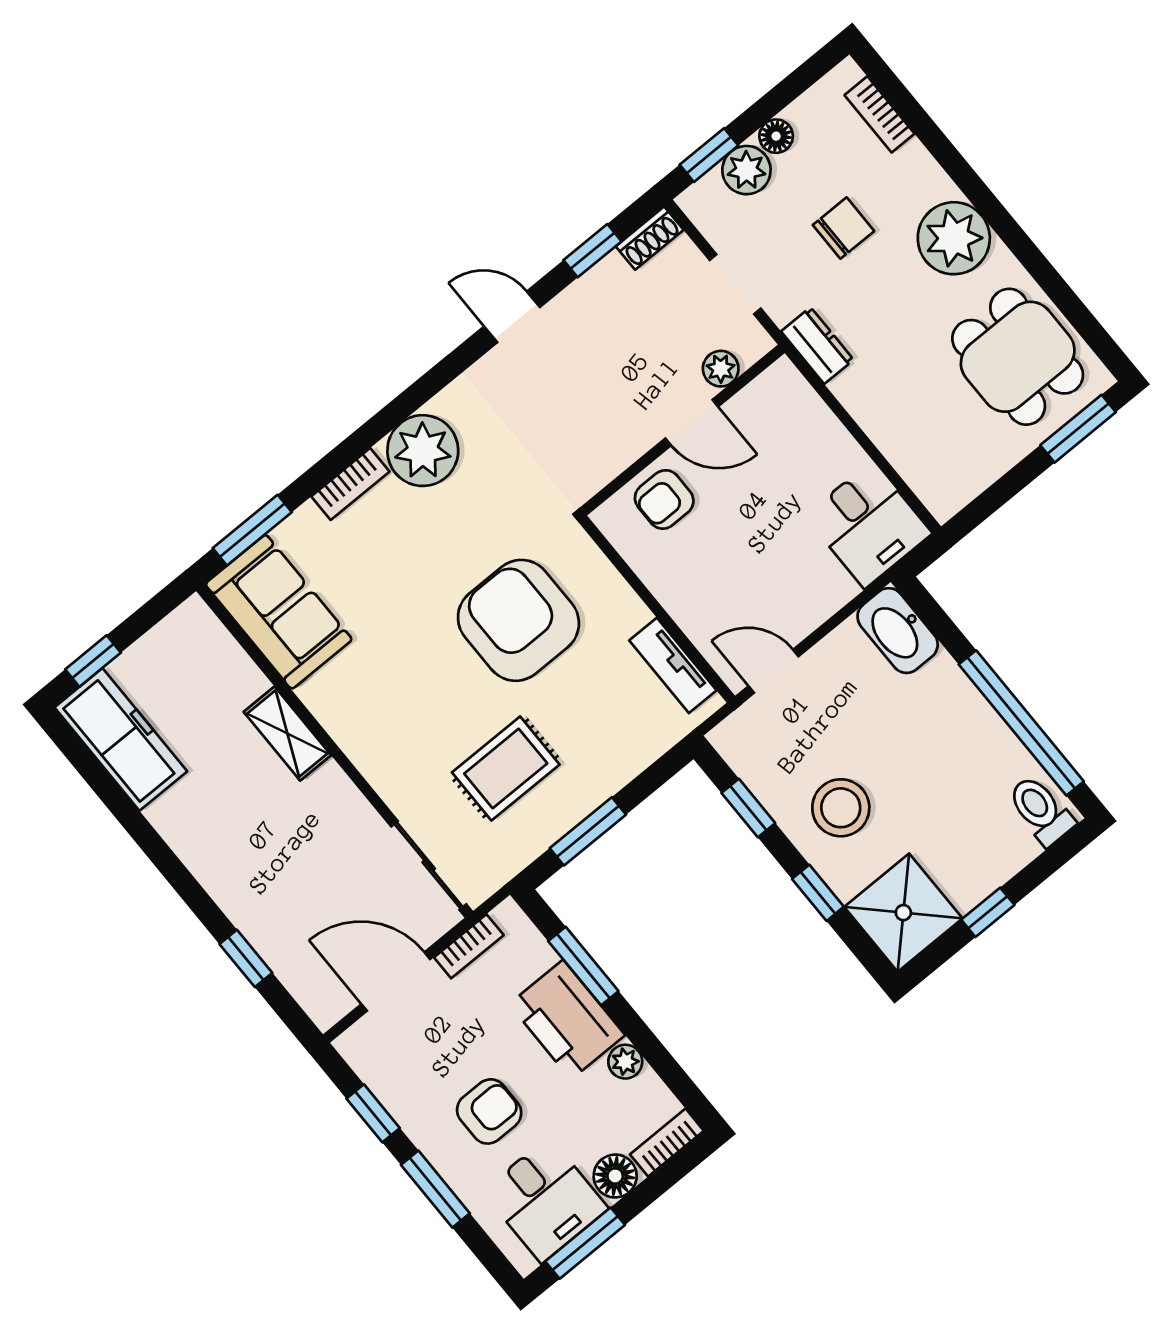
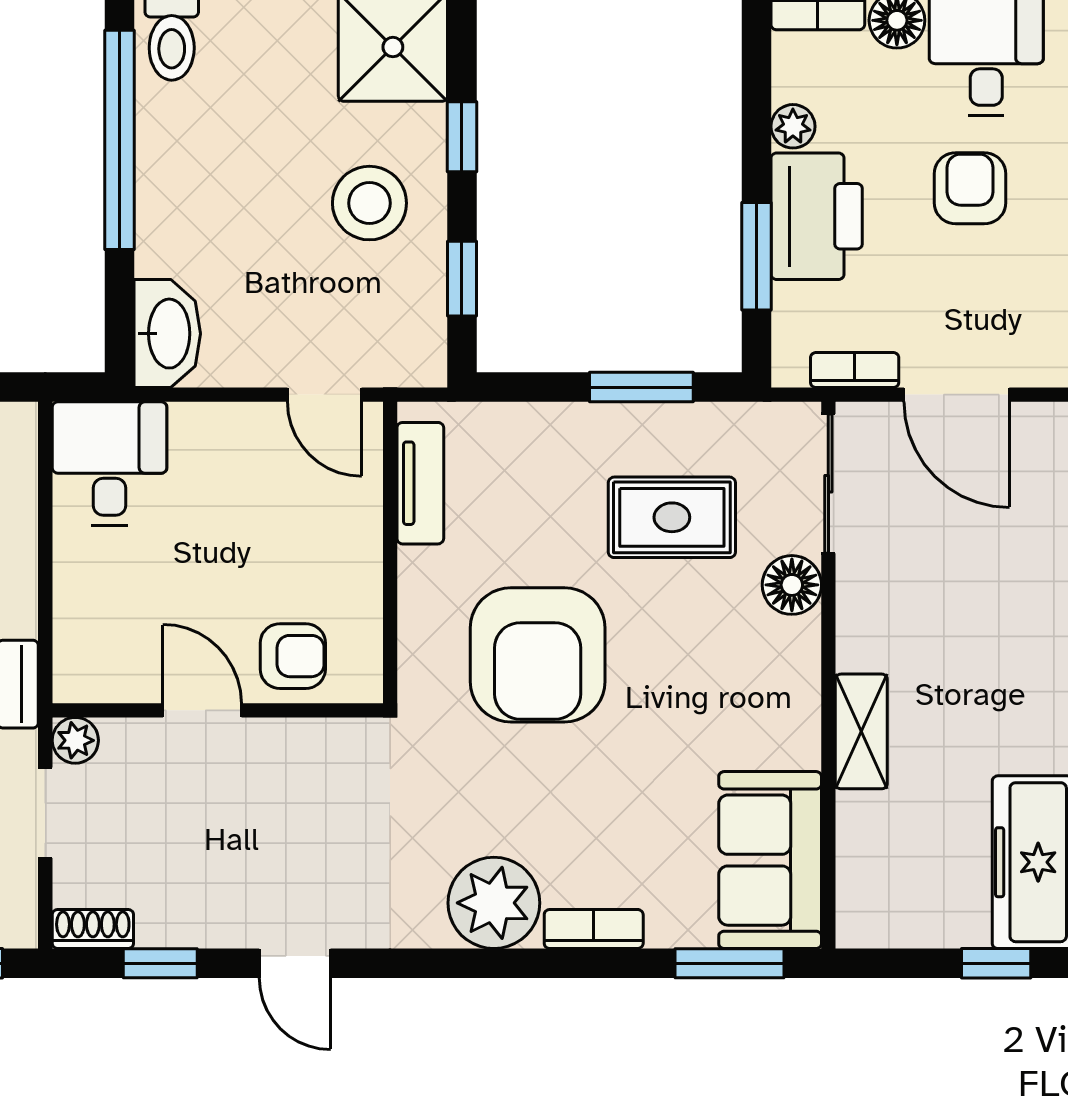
plant: (721, 369) -> (75, 740), moved
floor lamp: (401, 787) -> (792, 585), added
armchair: (489, 1111) -> (970, 188), turned 90

